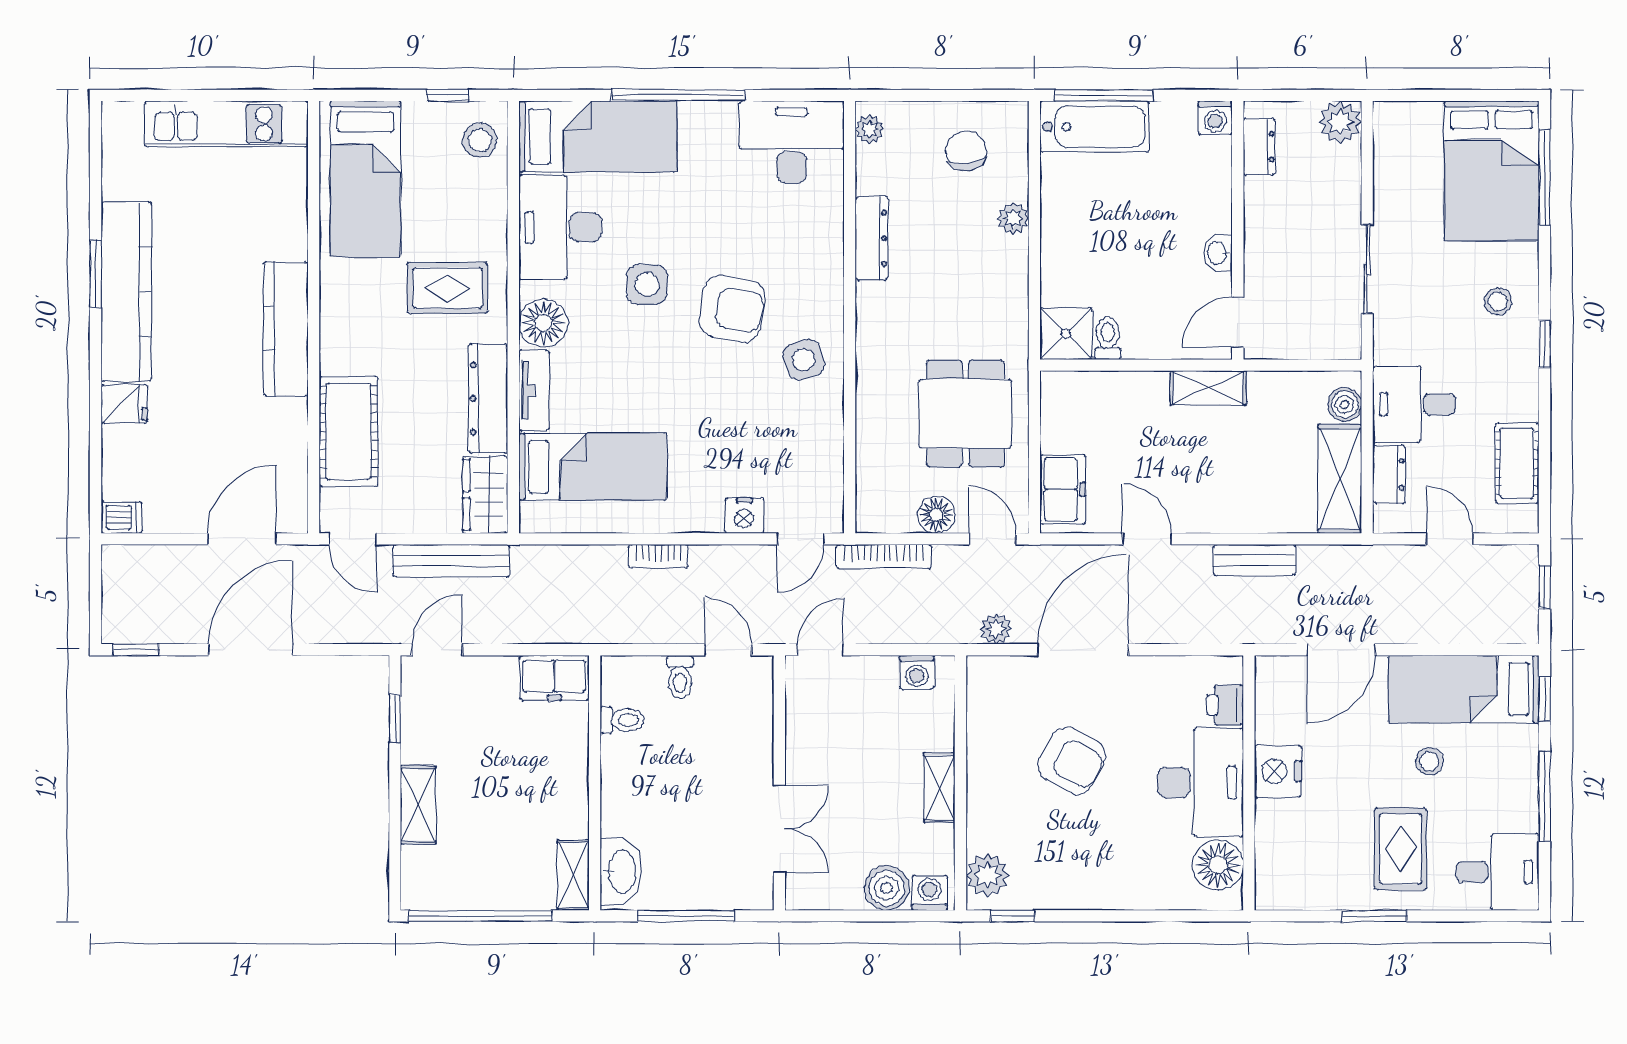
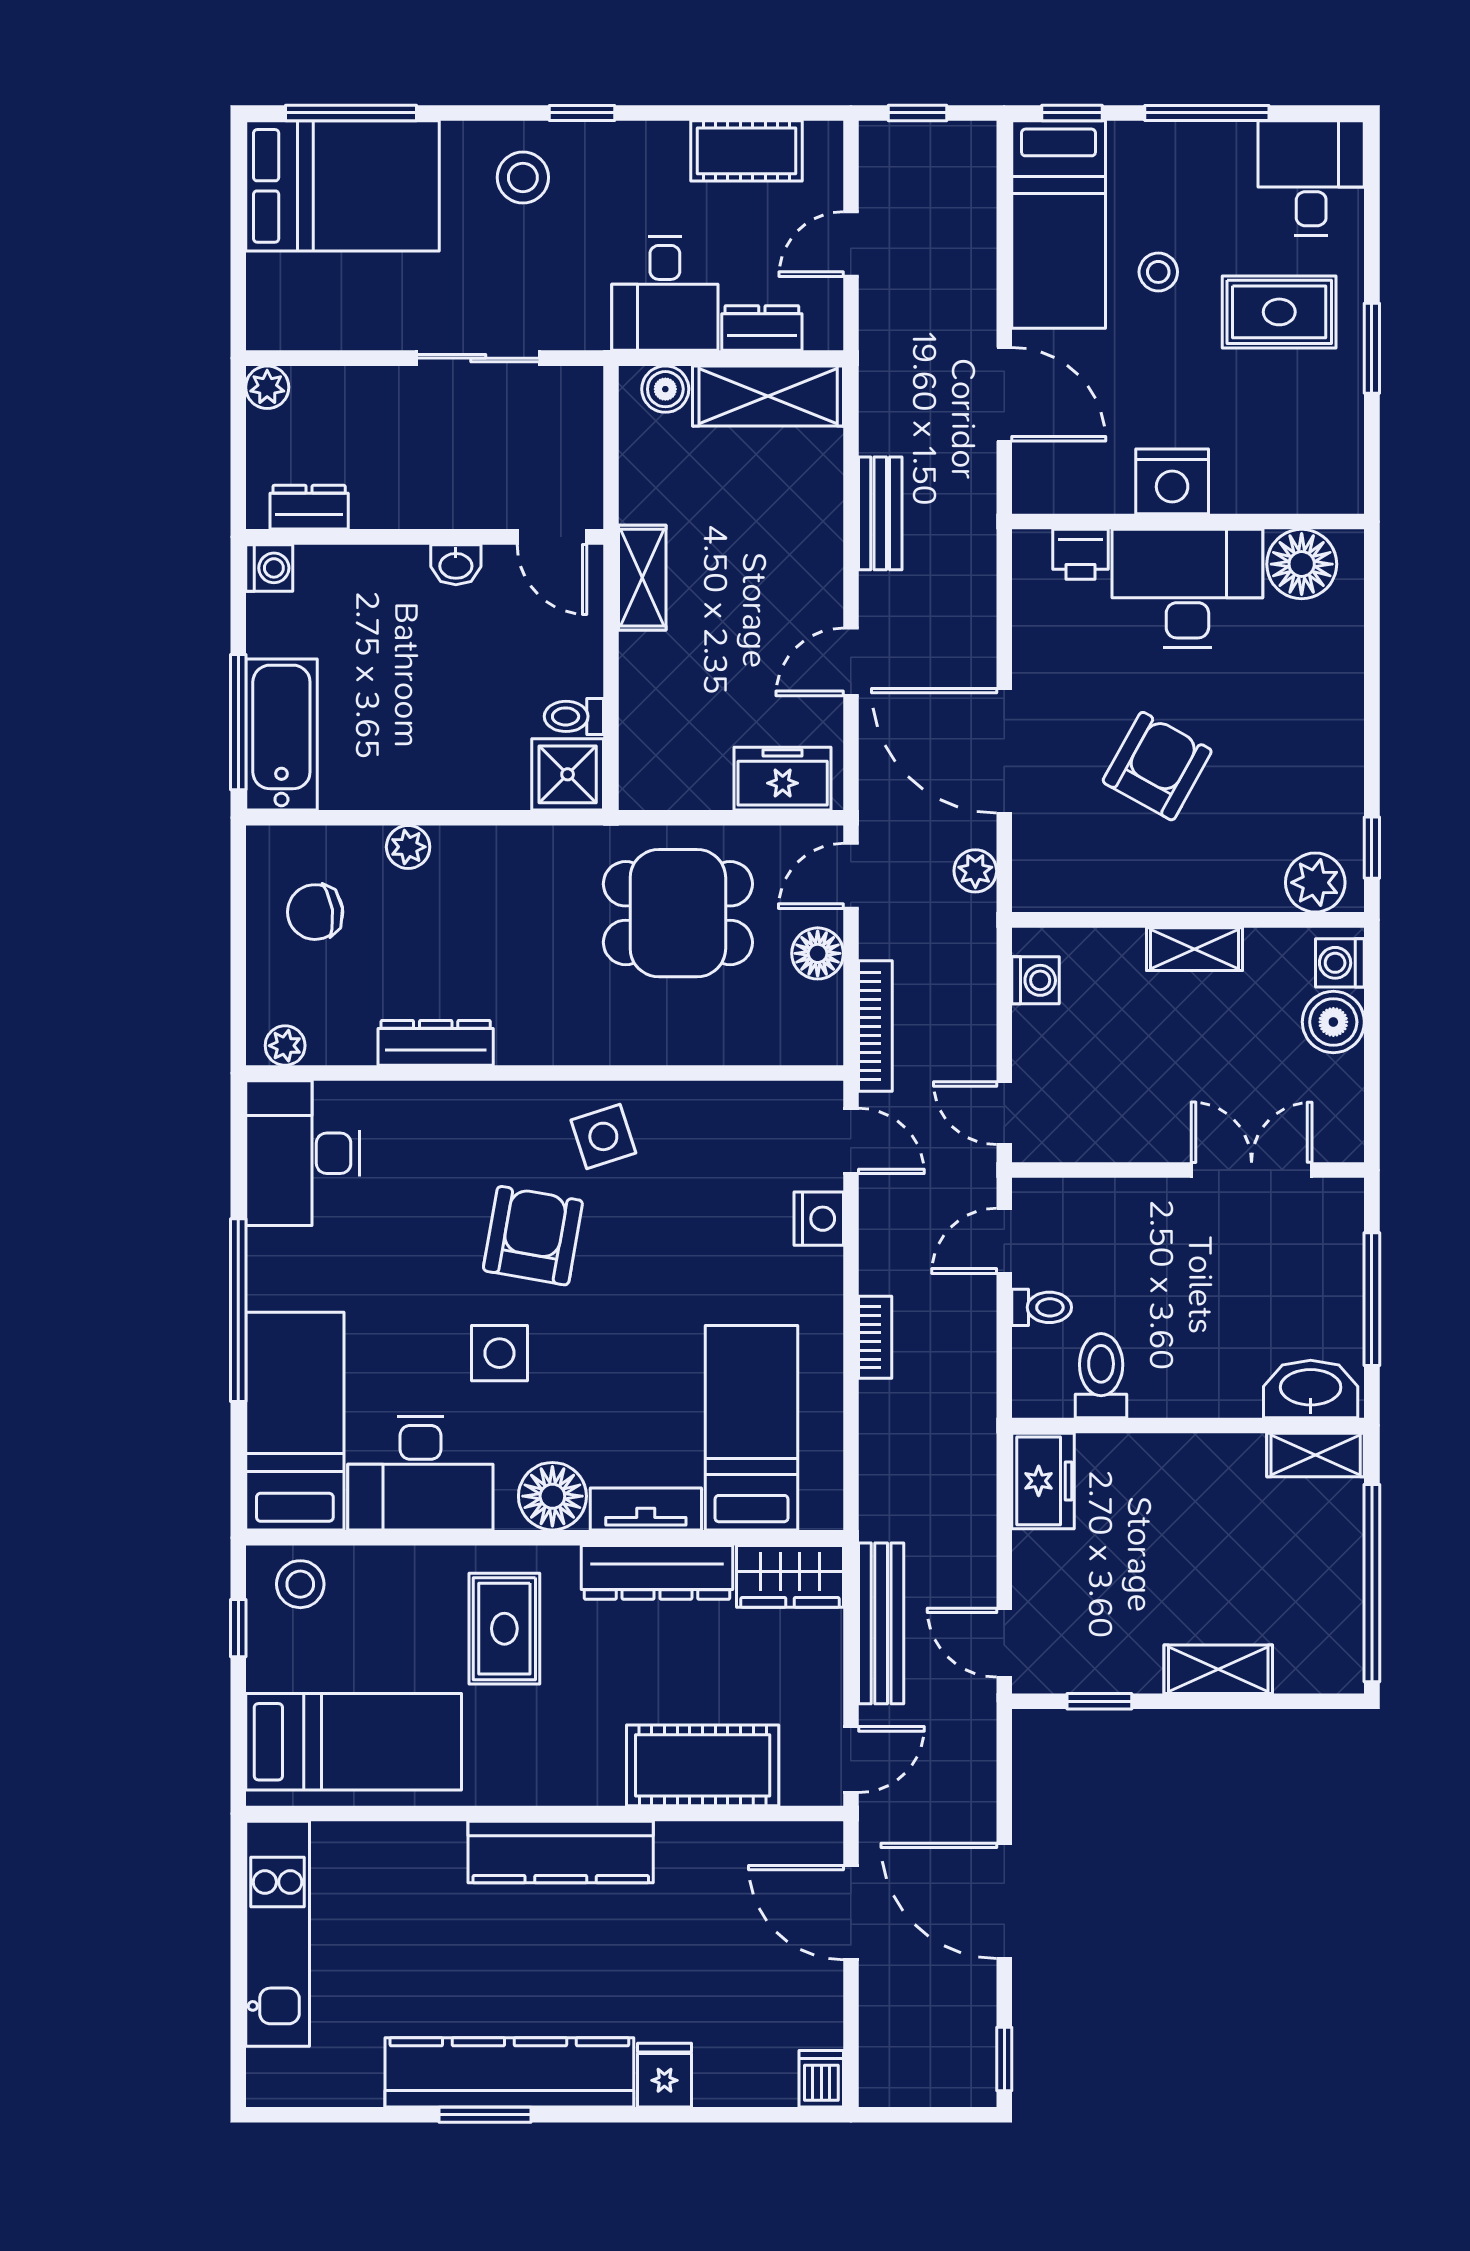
plant: (1340, 122) -> (267, 387), width x0.73, depth x0.73
stool: (1498, 301) -> (523, 177), width x1.37, depth x1.37
toilet: (622, 720) -> (1101, 1376), width x1.37, depth x1.39

